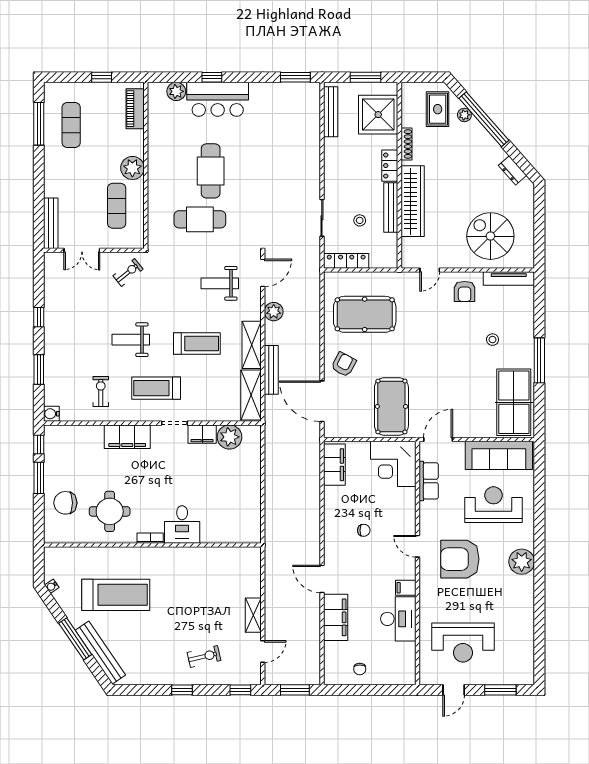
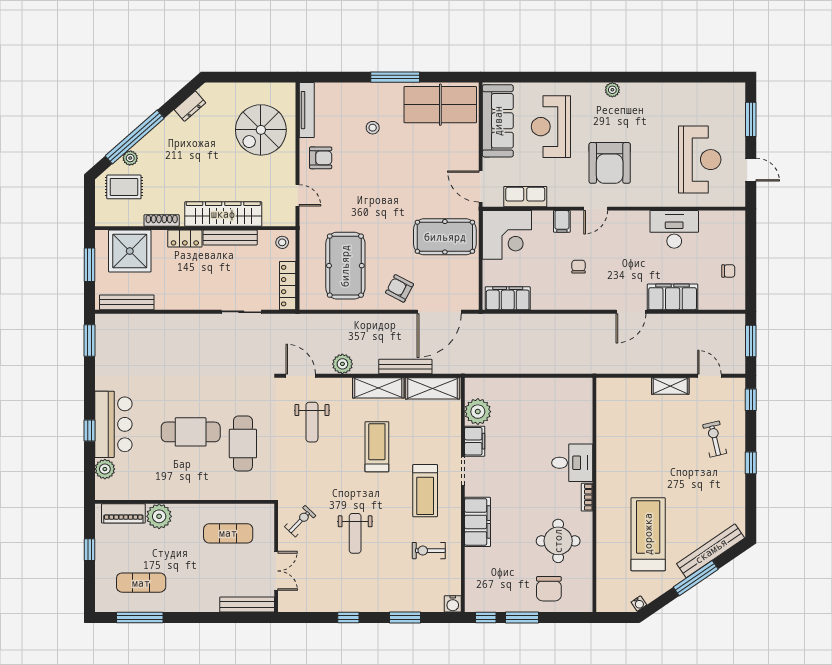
plant: (132, 168) -> (159, 516), moved
stool: (360, 220) -> (282, 242), moved
exercise bike: (128, 272) -> (300, 521), turned 83
weight bench: (131, 340) -> (355, 533), moved
plant: (522, 562) -> (612, 90), width x0.53, depth x0.53
filing cabinet: (406, 588) -> (562, 221), moved

